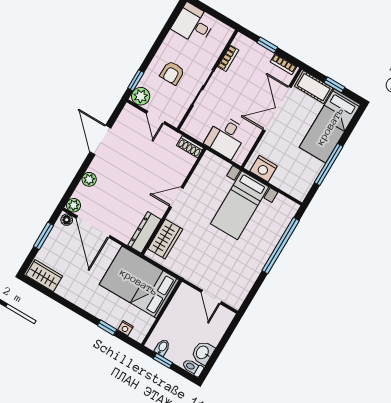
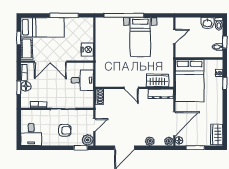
floor lamp: (263, 56) -> (26, 86), added
bed with nightstands: (240, 205) -> (140, 37), moved, turned 90

